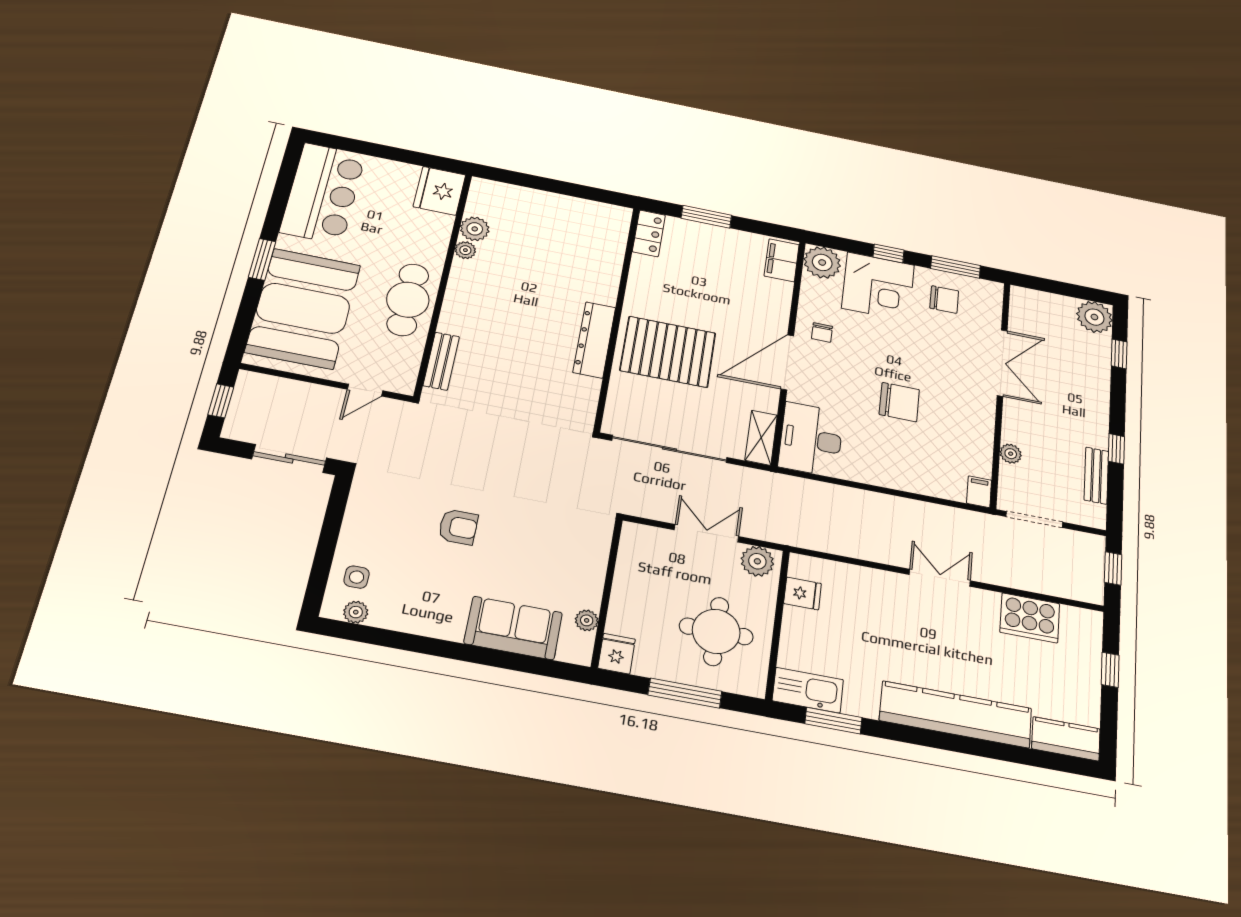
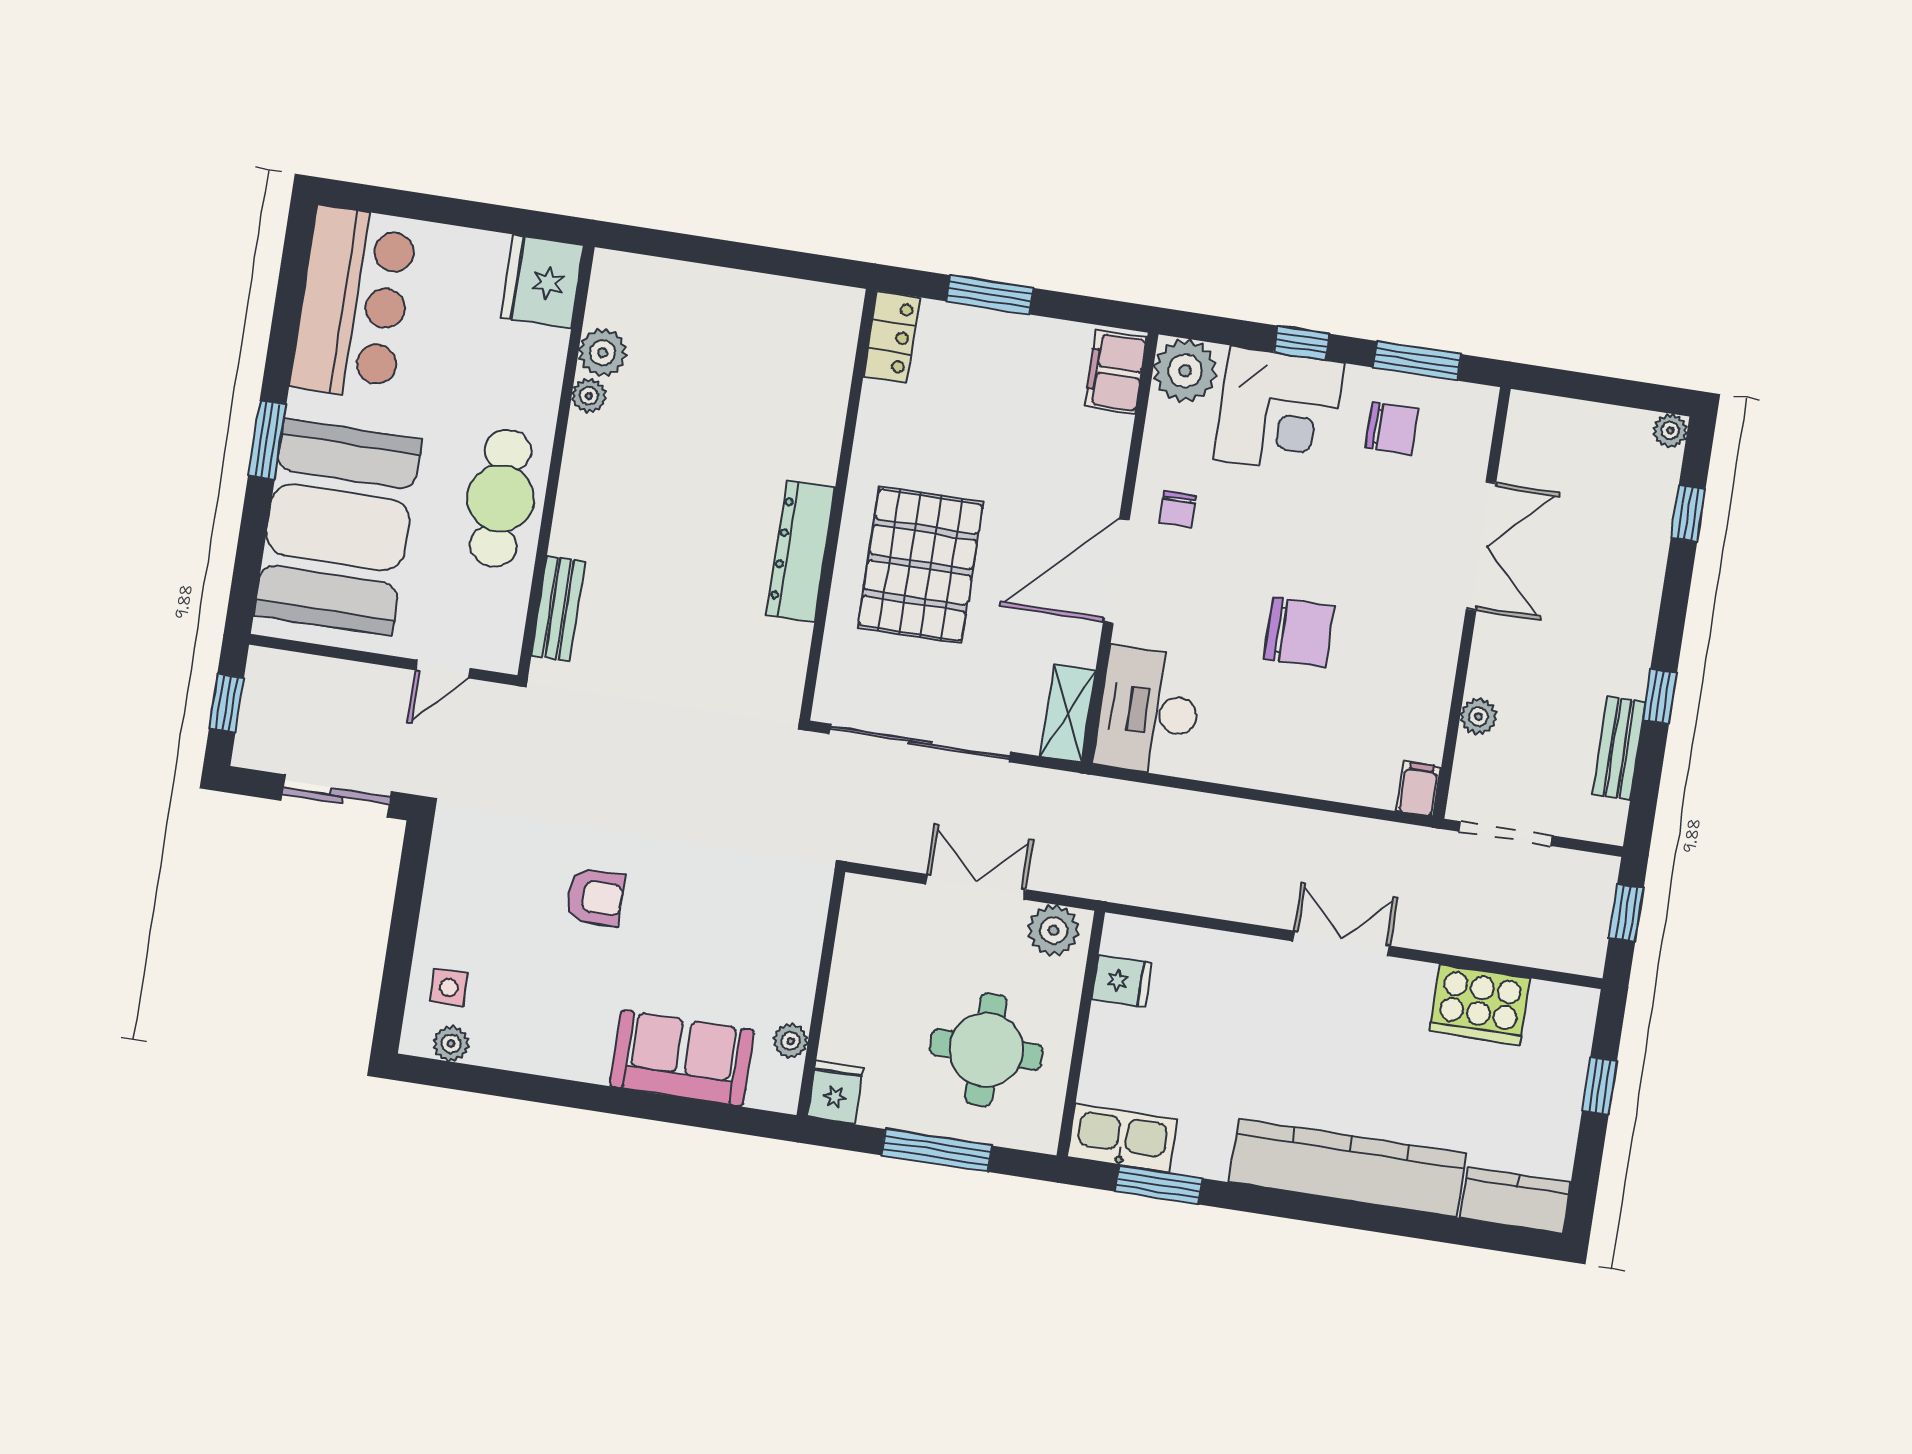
plant: (1094, 317) -> (1670, 431), width x0.53, depth x0.53
pallet: (668, 352) -> (920, 565), turned 90

